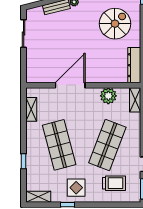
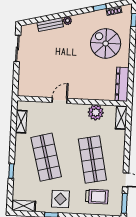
spiral stairs: (115, 24) -> (106, 43), turned -90
door: (70, 85) -> (60, 100), width x0.53
shop shelf: (107, 145) -> (92, 159), turned -33

